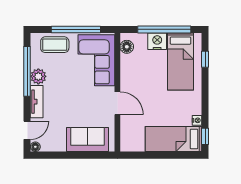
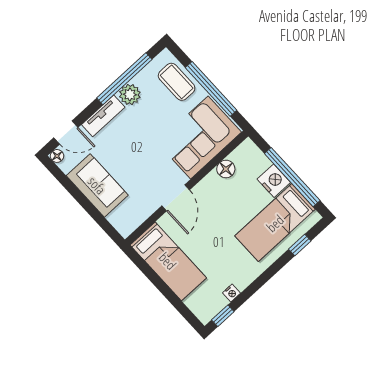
floor lamp: (127, 47) -> (226, 169), moved
bed: (174, 139) -> (168, 261), moved, turned 180
sofa: (87, 140) -> (97, 185), moved

